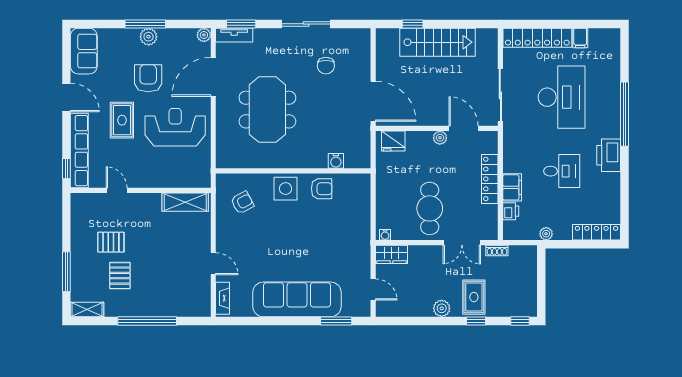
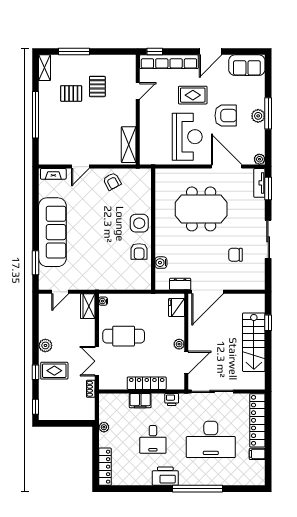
dresser: (363, 136) -> (180, 284), added
armchair: (242, 203) -> (112, 181), moved
printer: (511, 211) -> (172, 400), moved

